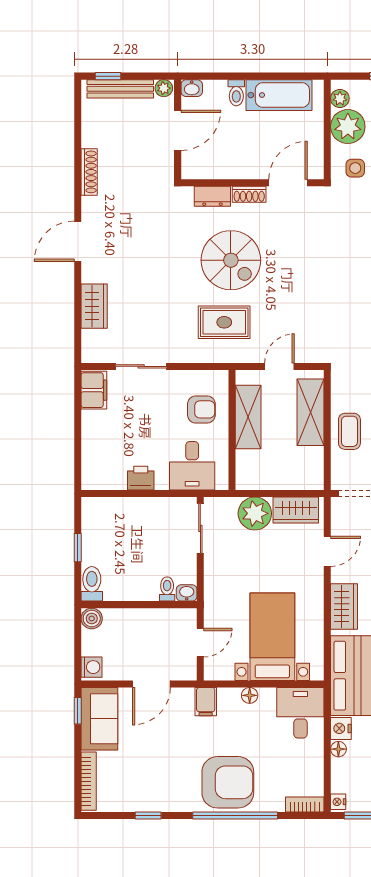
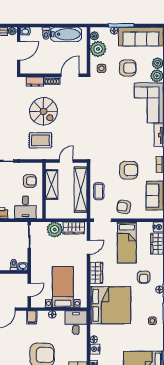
shelving: (311, 412) -> (81, 190), width x1.47
nightstand: (341, 728) -> (95, 349), moved

